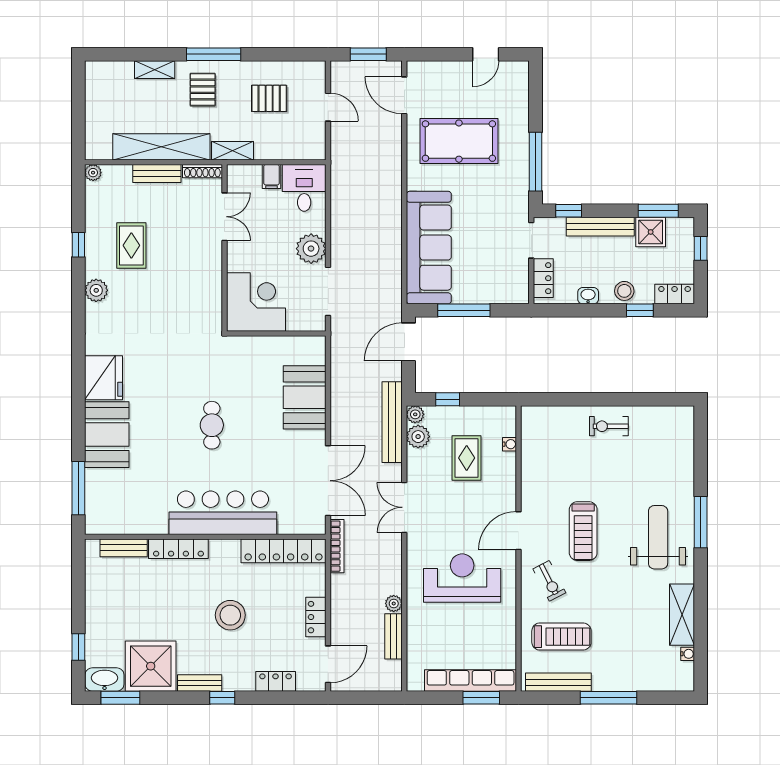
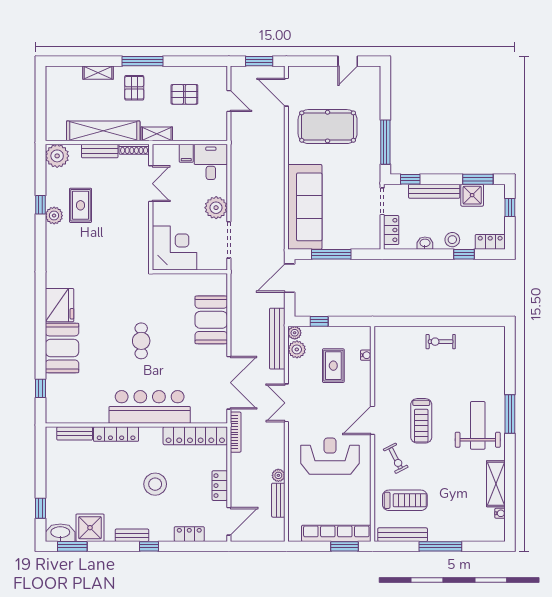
plant: (93, 173) -> (57, 156), width x1.87, depth x1.87
plant: (96, 290) -> (54, 216), moved
window: (78, 488) -> (41, 388), width x0.46
shower: (151, 666) -> (90, 528), width x0.73, depth x0.73

